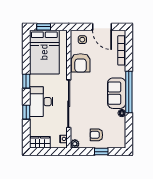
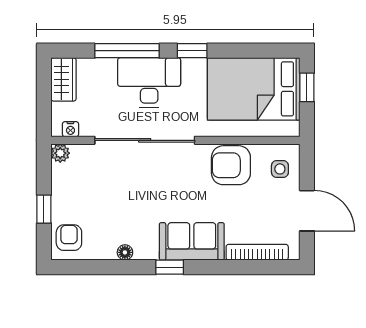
door: (102, 27) -> (307, 211), swing flipped
window: (129, 92) -> (170, 267), width x0.32
sofa: (117, 93) -> (192, 241), moved
window: (26, 112) -> (127, 51), width x2.17
armchair: (96, 135) -> (69, 238), moved

